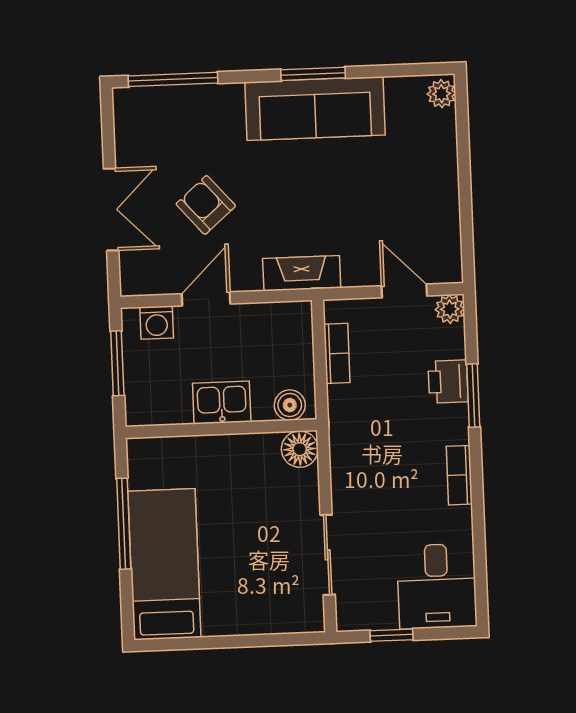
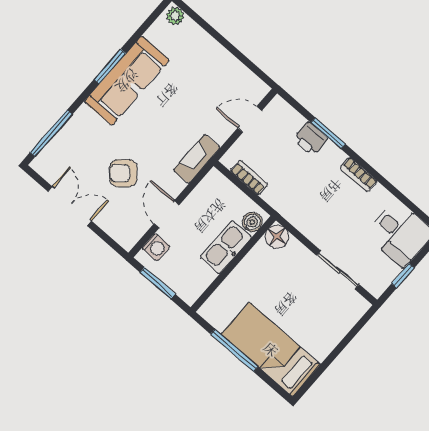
double door: (111, 209) -> (70, 206), moved
plant: (450, 309) -> (278, 106), removed
kitchen sink: (222, 402) -> (226, 247), width x1.38

